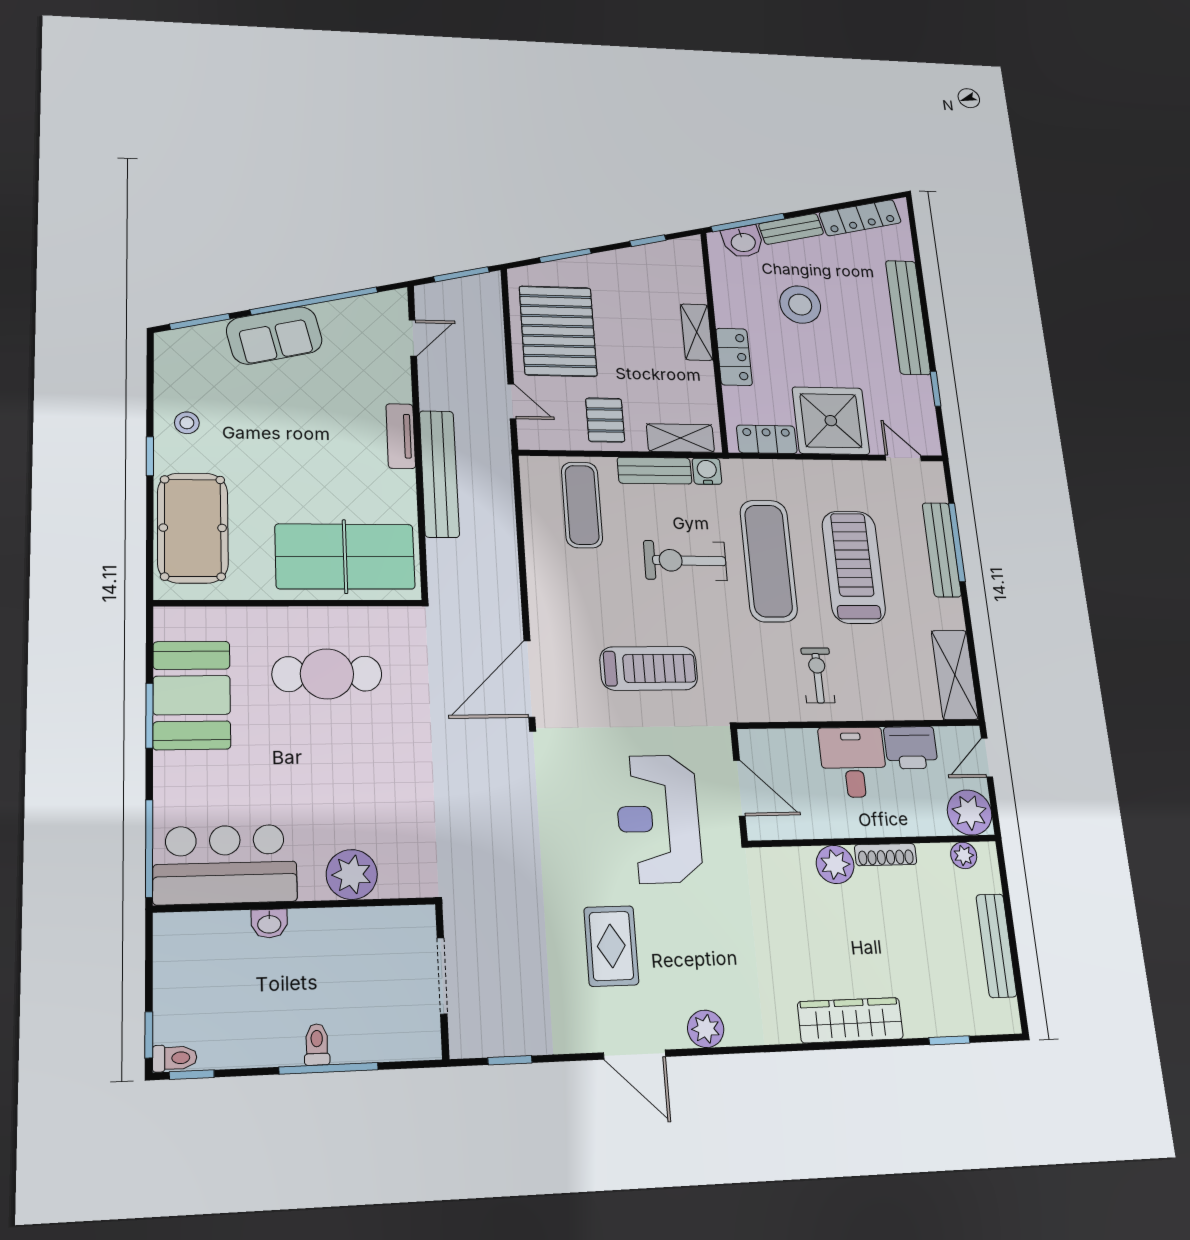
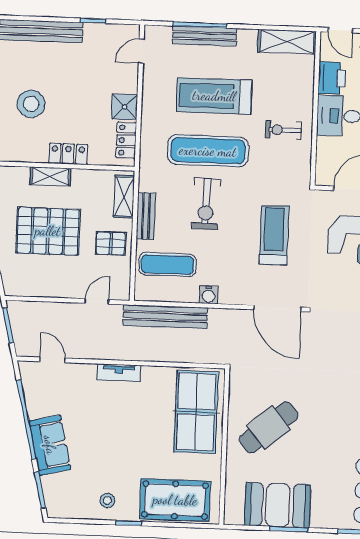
pallet: (558, 331) -> (48, 231), moved
shower: (831, 421) -> (125, 107), width x0.54, depth x0.54
water cooler: (707, 471) -> (209, 295), moved, turned -90
bench: (439, 474) -> (165, 316), moved
cafe table: (327, 674) -> (269, 427), turned 50

